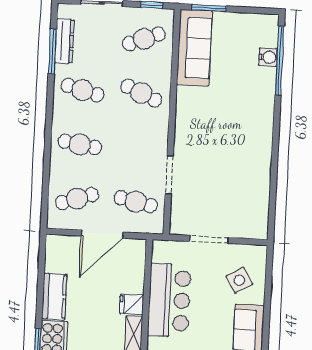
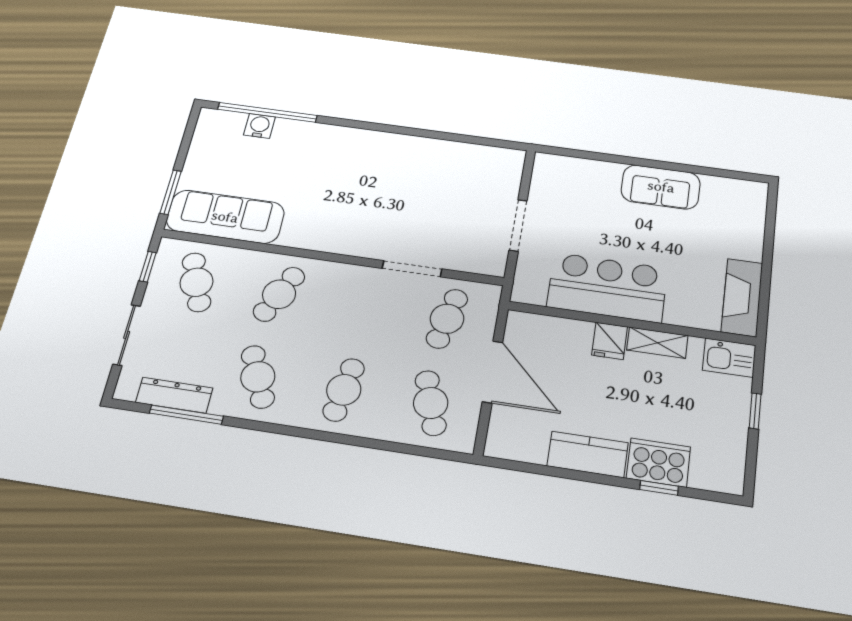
cafe table: (83, 90) -> (258, 377), turned -39
side table: (239, 280) -> (584, 192), removed

